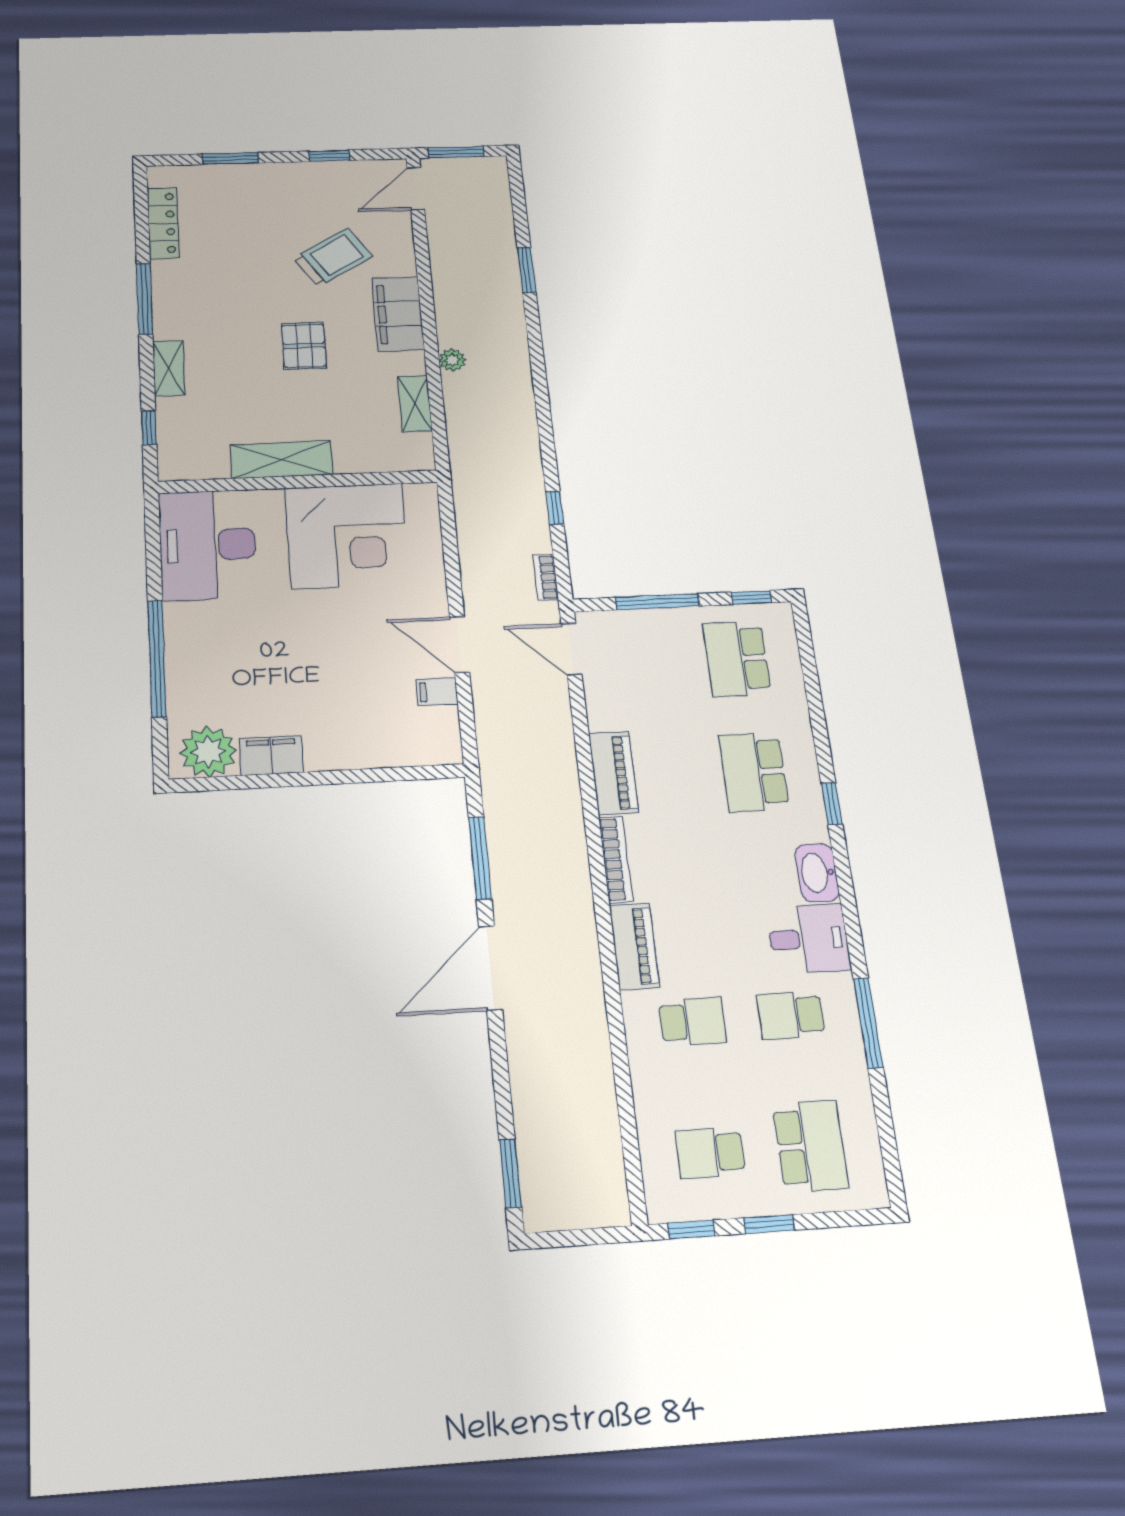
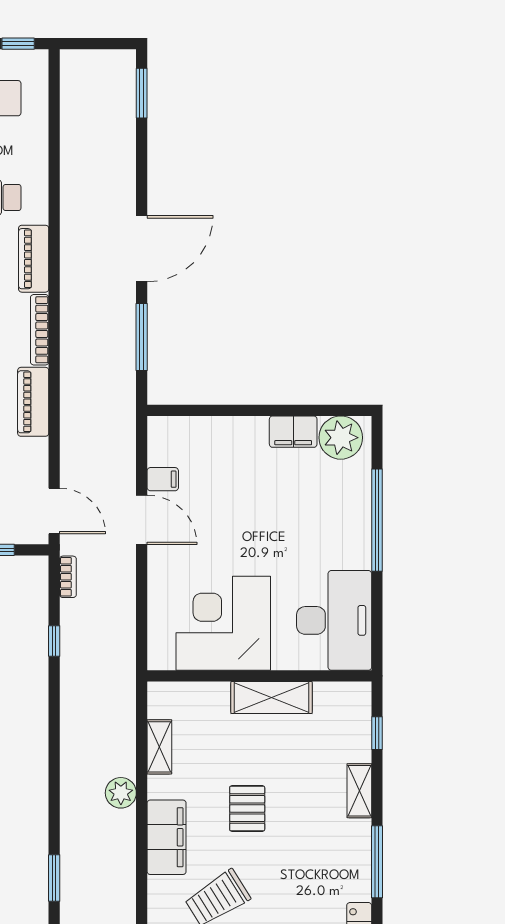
plant: (452, 360) -> (121, 793), width x1.38, depth x1.38

